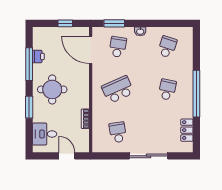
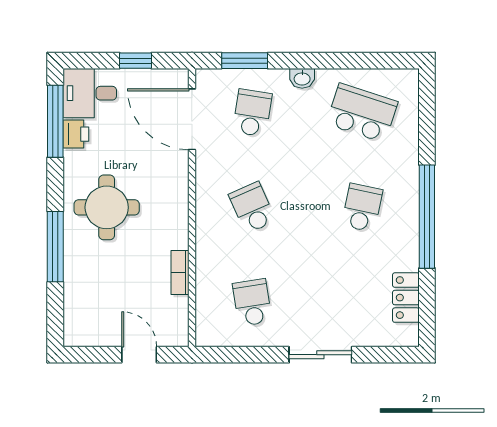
school desk: (167, 47) -> (362, 113), width x1.85
window: (29, 64) -> (55, 121), moved
school desk: (118, 90) -> (252, 208), width x0.54
window: (29, 107) -> (55, 247), width x1.44
desk: (45, 134) -> (90, 93), moved
sliding door: (148, 156) -> (320, 355), width x0.73

